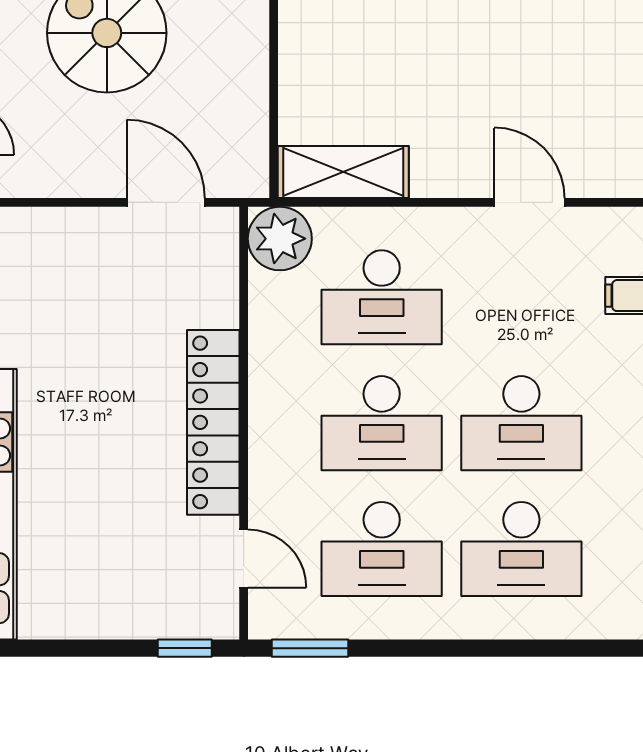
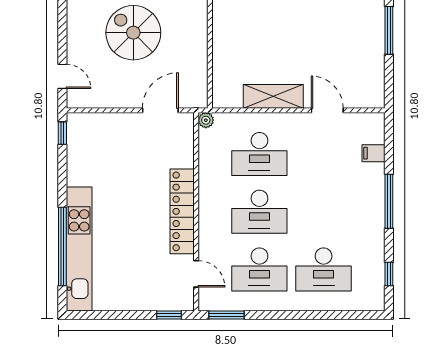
shelving: (343, 172) -> (273, 96), moved
door: (166, 202) -> (160, 110), hinge flipped
plant: (280, 239) -> (206, 120), width x0.53, depth x0.53
desk: (521, 423) -> (324, 212), removed

